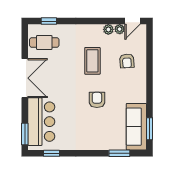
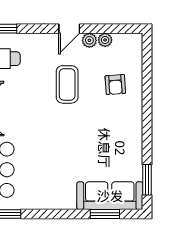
door: (132, 21) -> (69, 29), moved
armchair: (97, 100) -> (73, 139), removed
sofa: (136, 127) -> (110, 196), moved, turned 90

